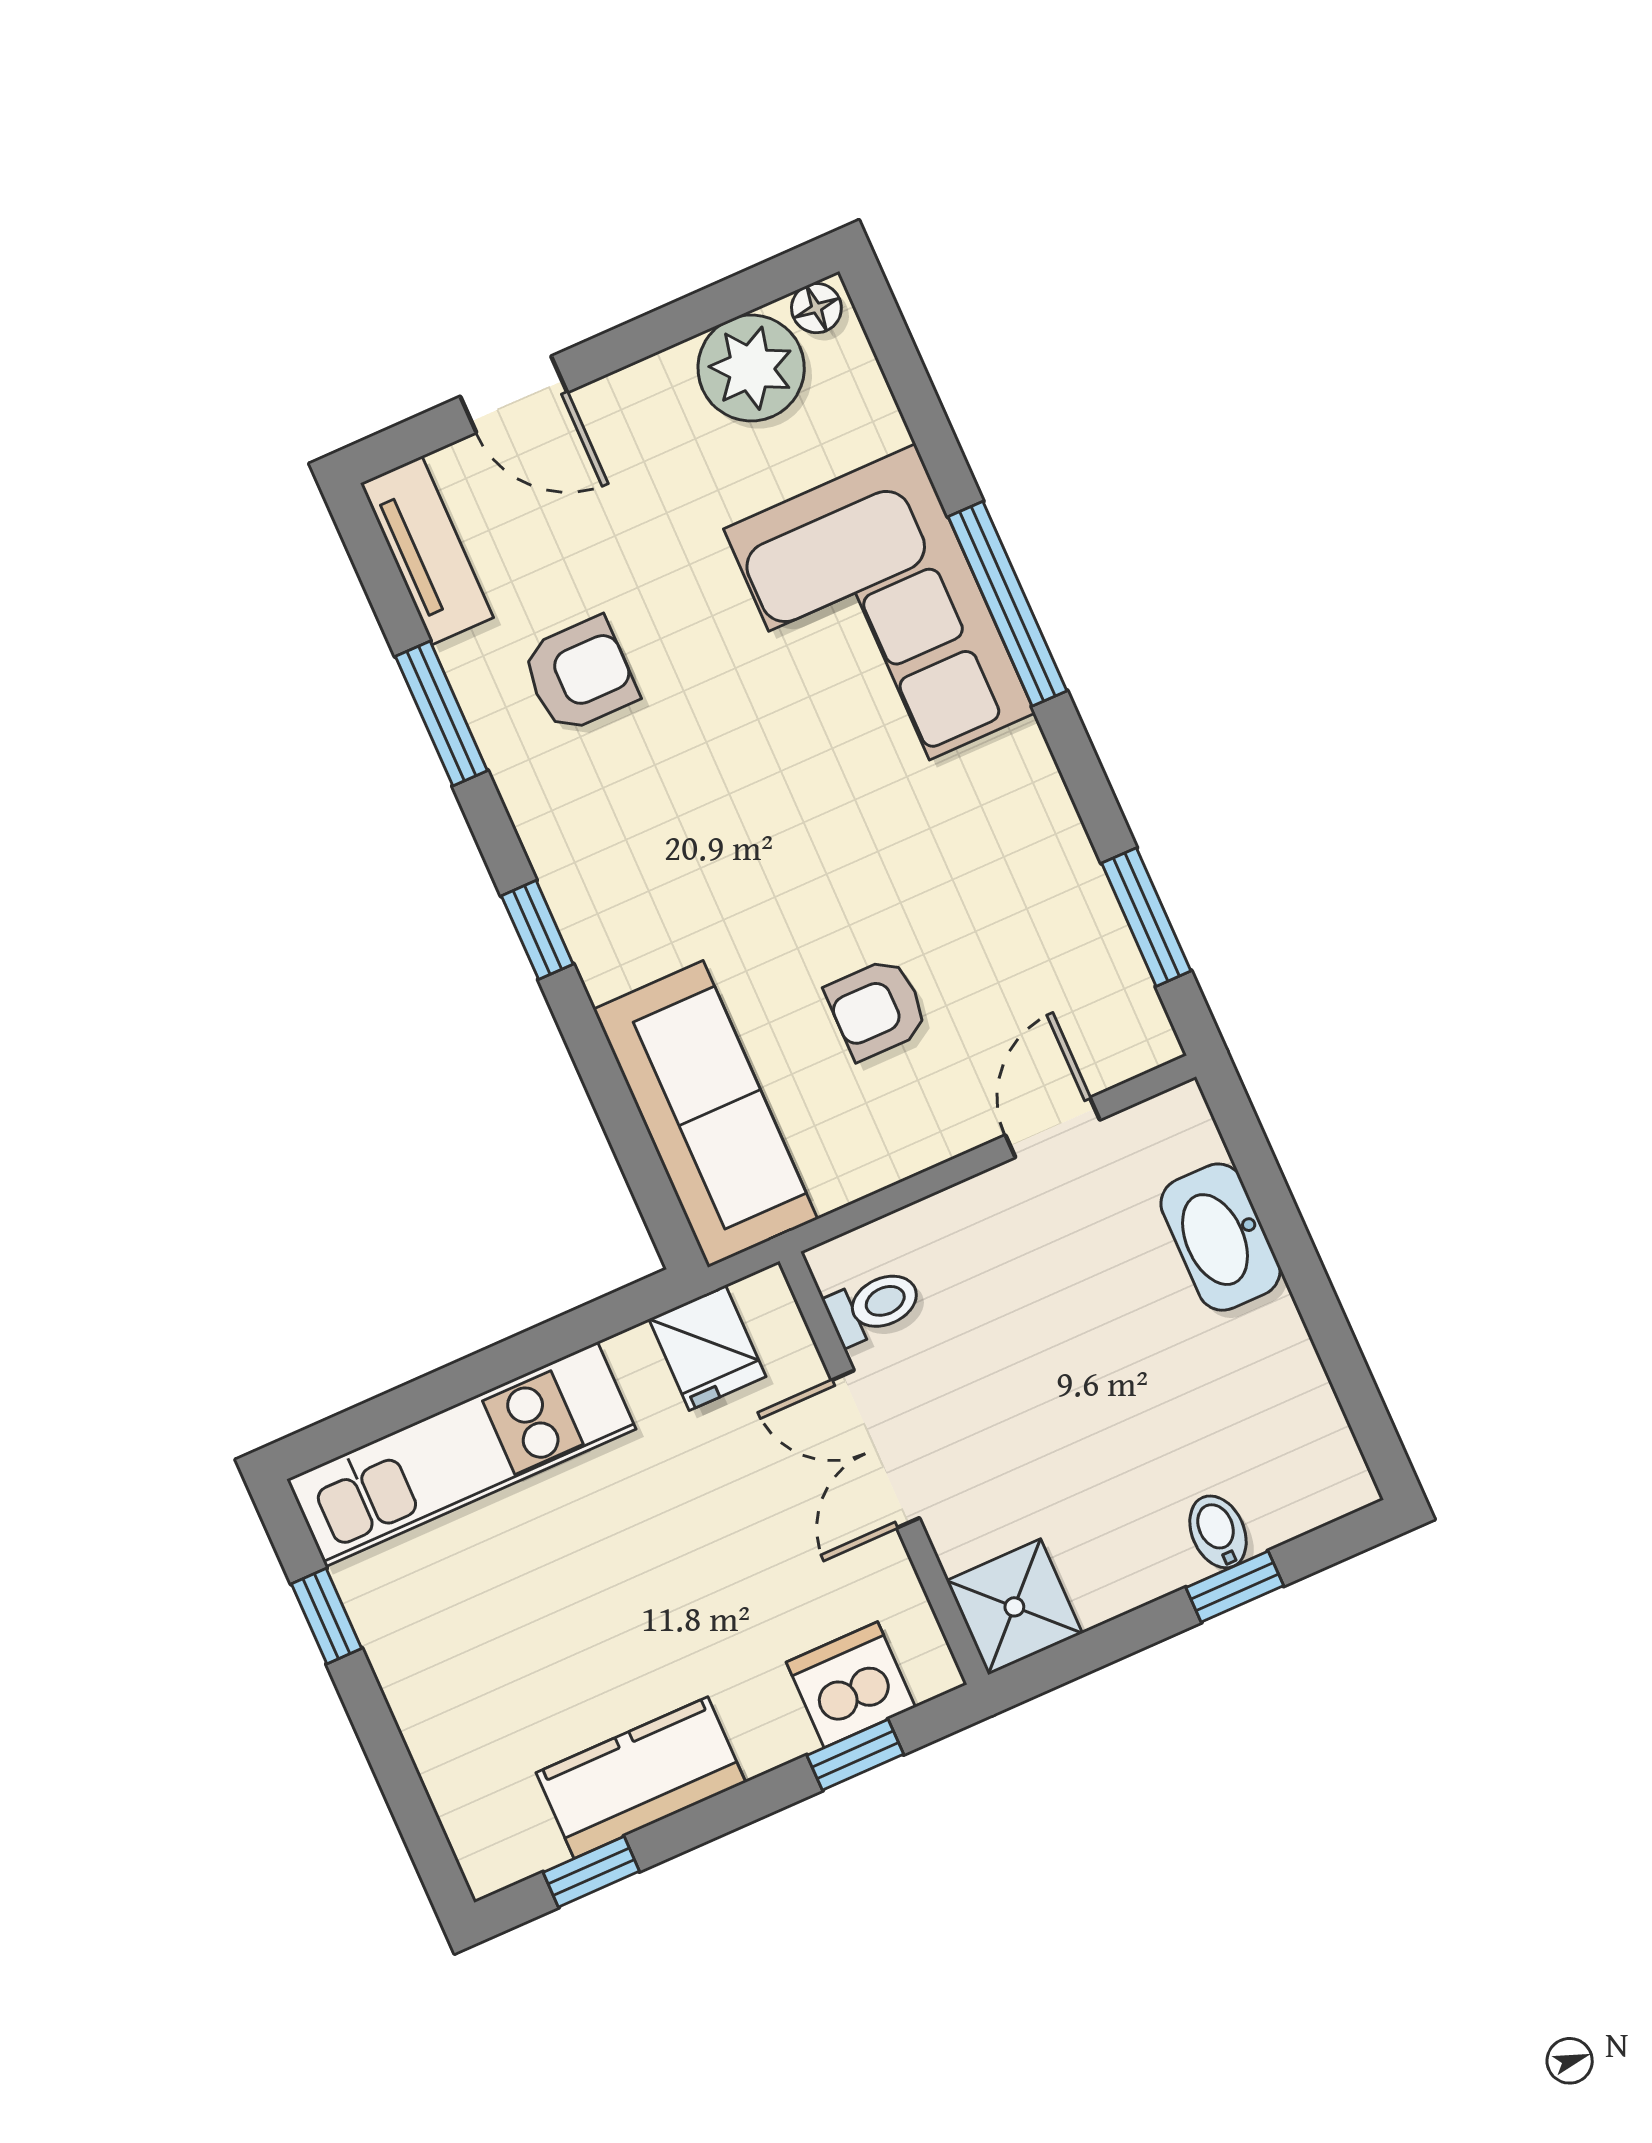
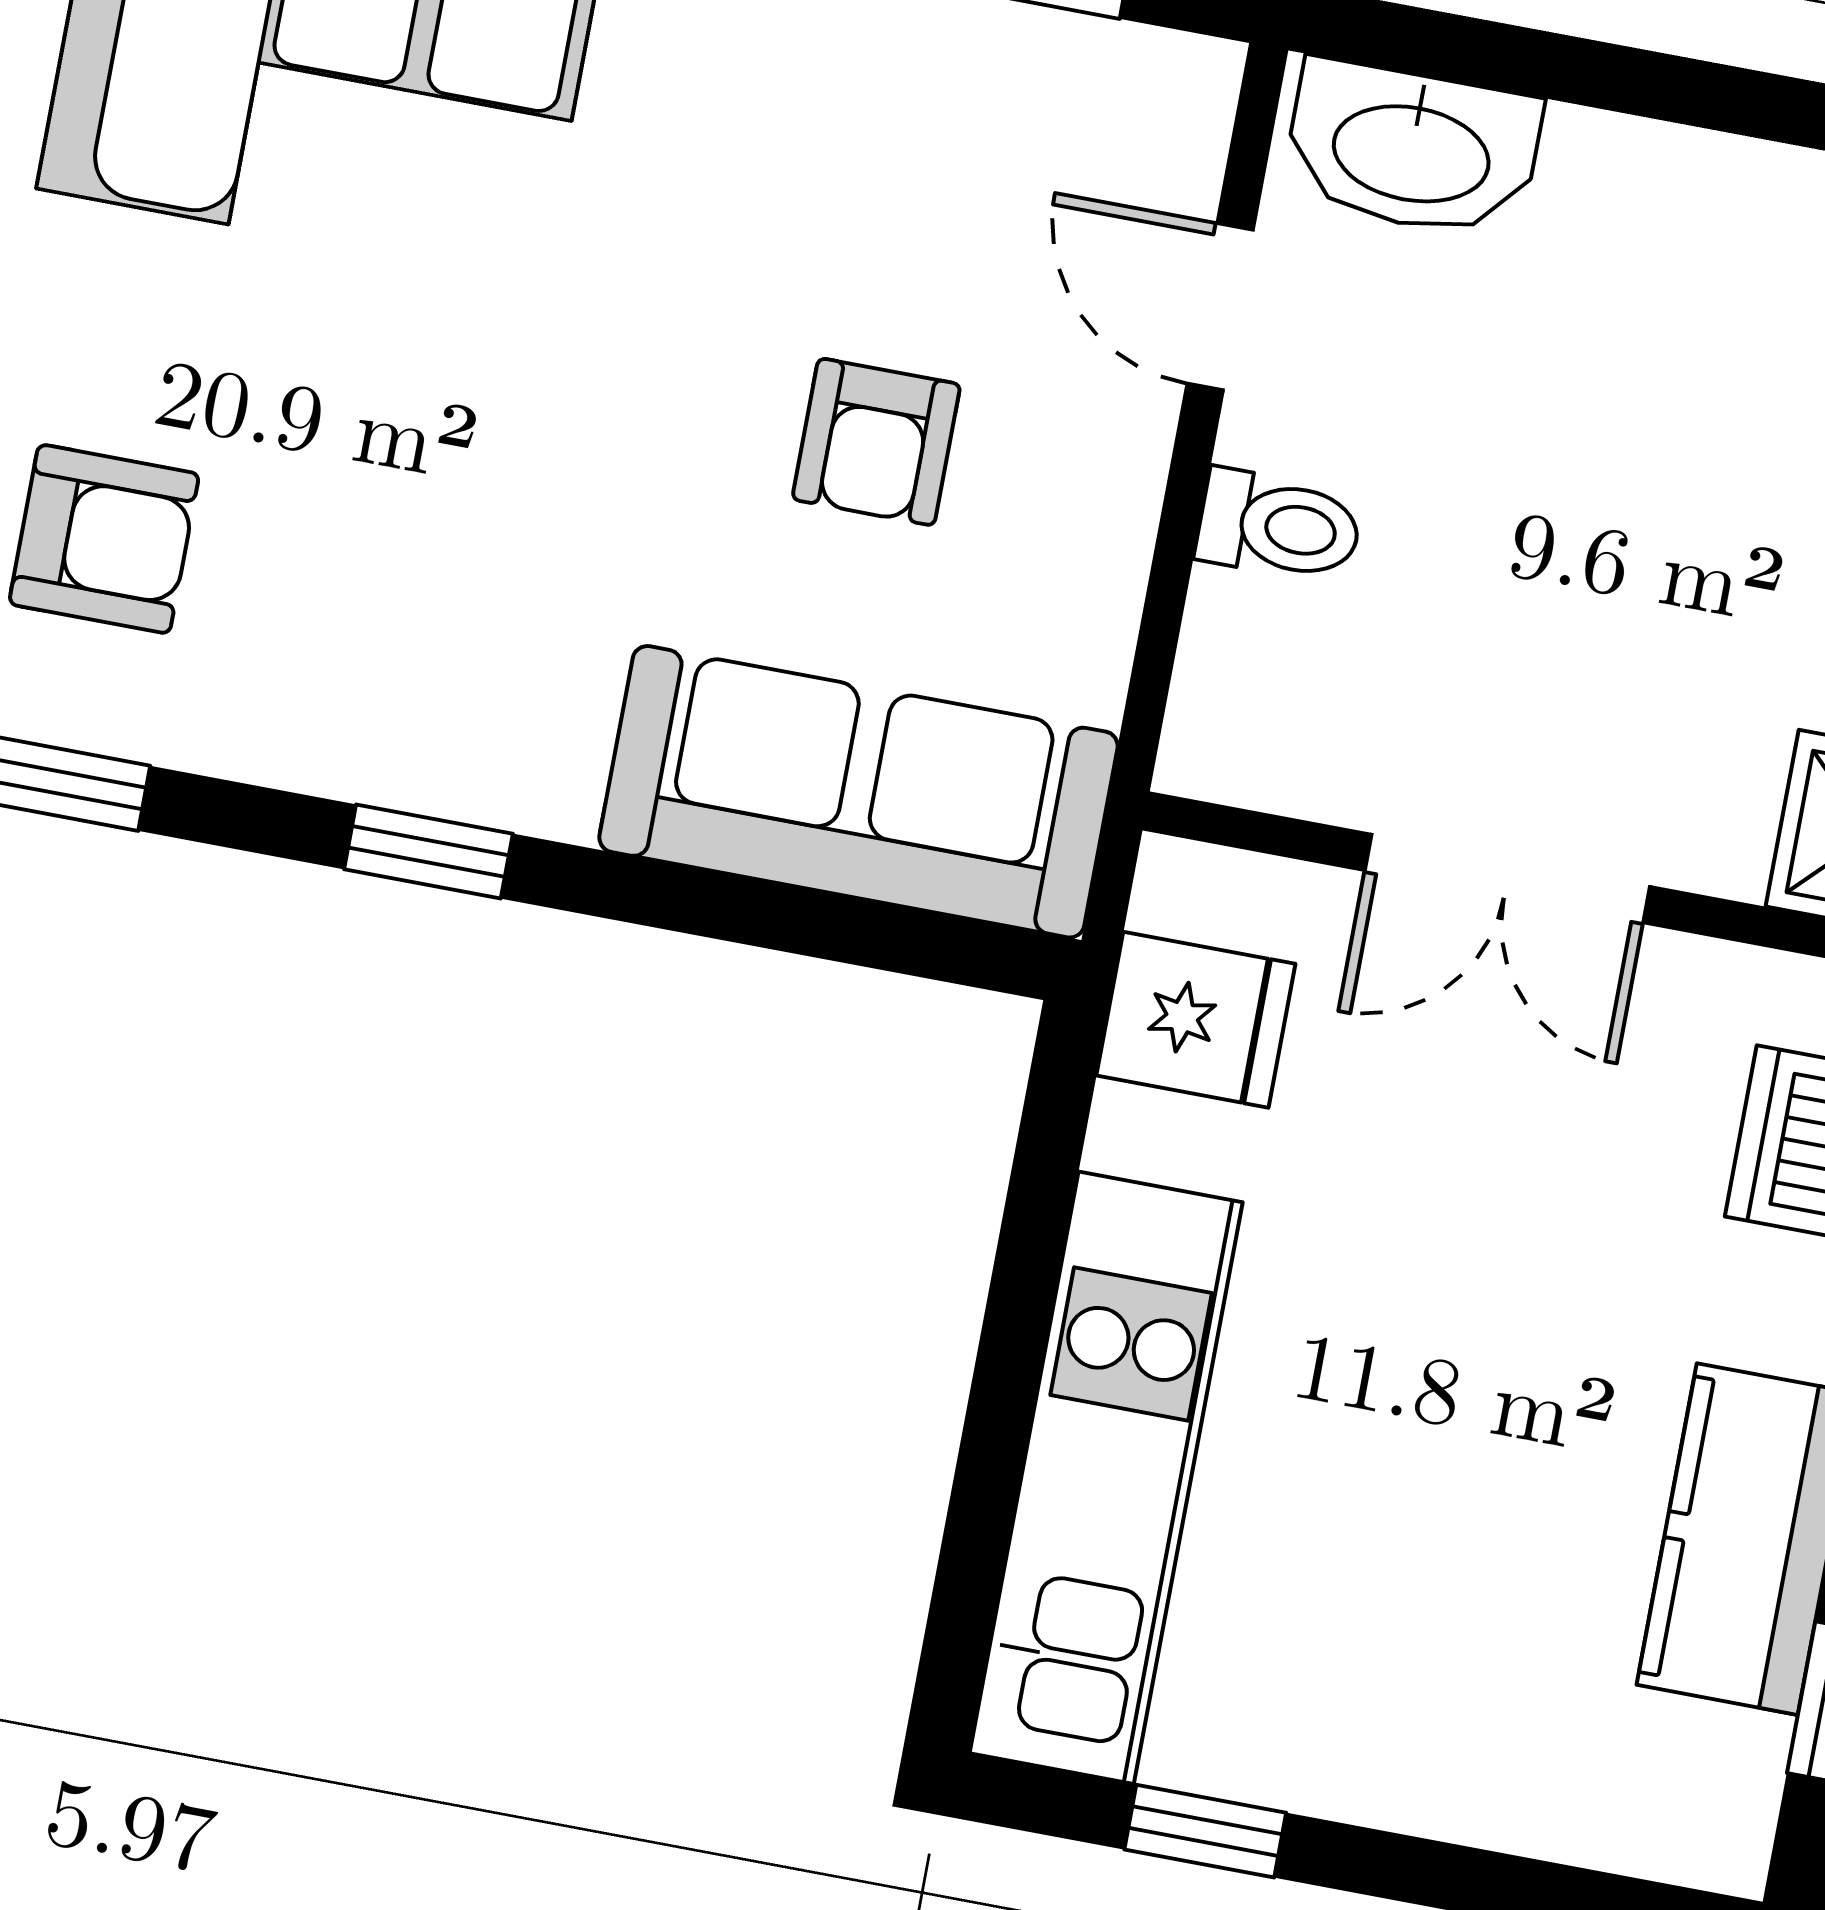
armchair: (580, 675) -> (104, 539), turned 90
washbasin: (1220, 1237) -> (1412, 149), moved
toilet: (874, 1306) -> (1279, 526), moved, turned 90

